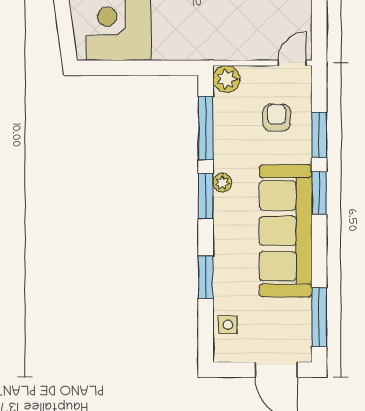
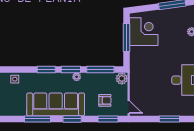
window: (132, 68) -> (127, 37), added
window: (319, 135) -> (108, 119), moved
window: (206, 277) -> (46, 70), moved
window: (319, 317) -> (38, 119), moved

